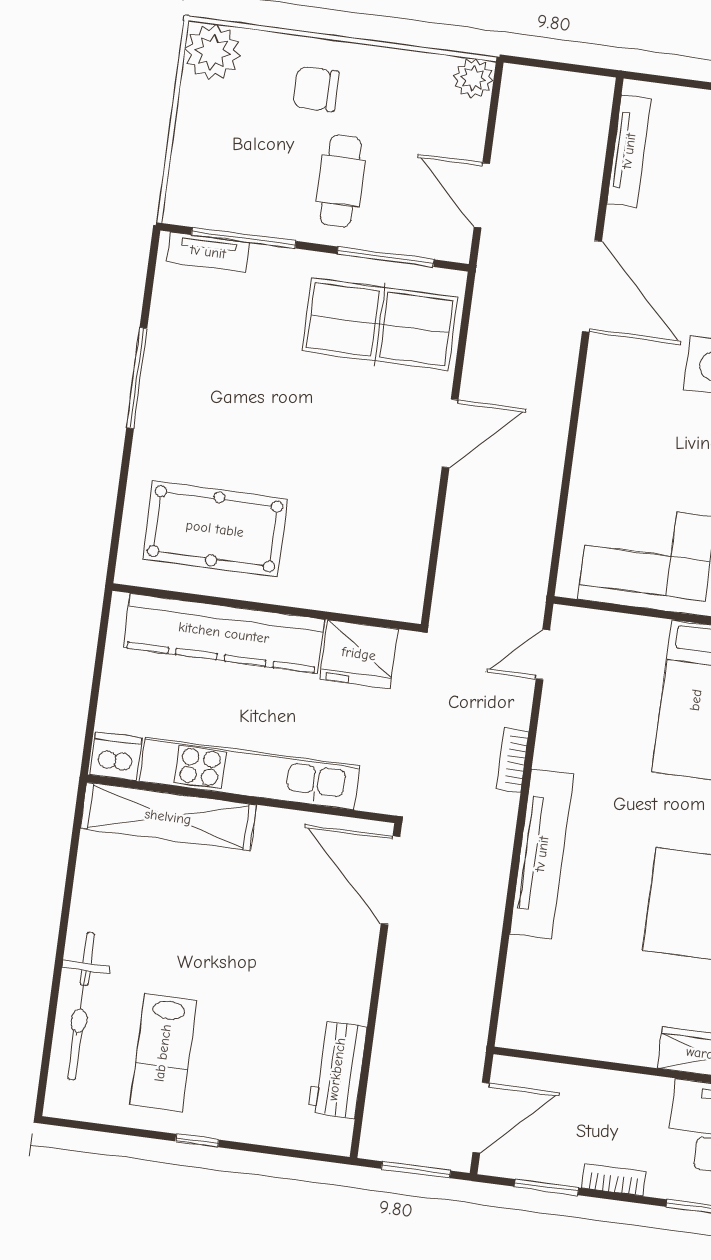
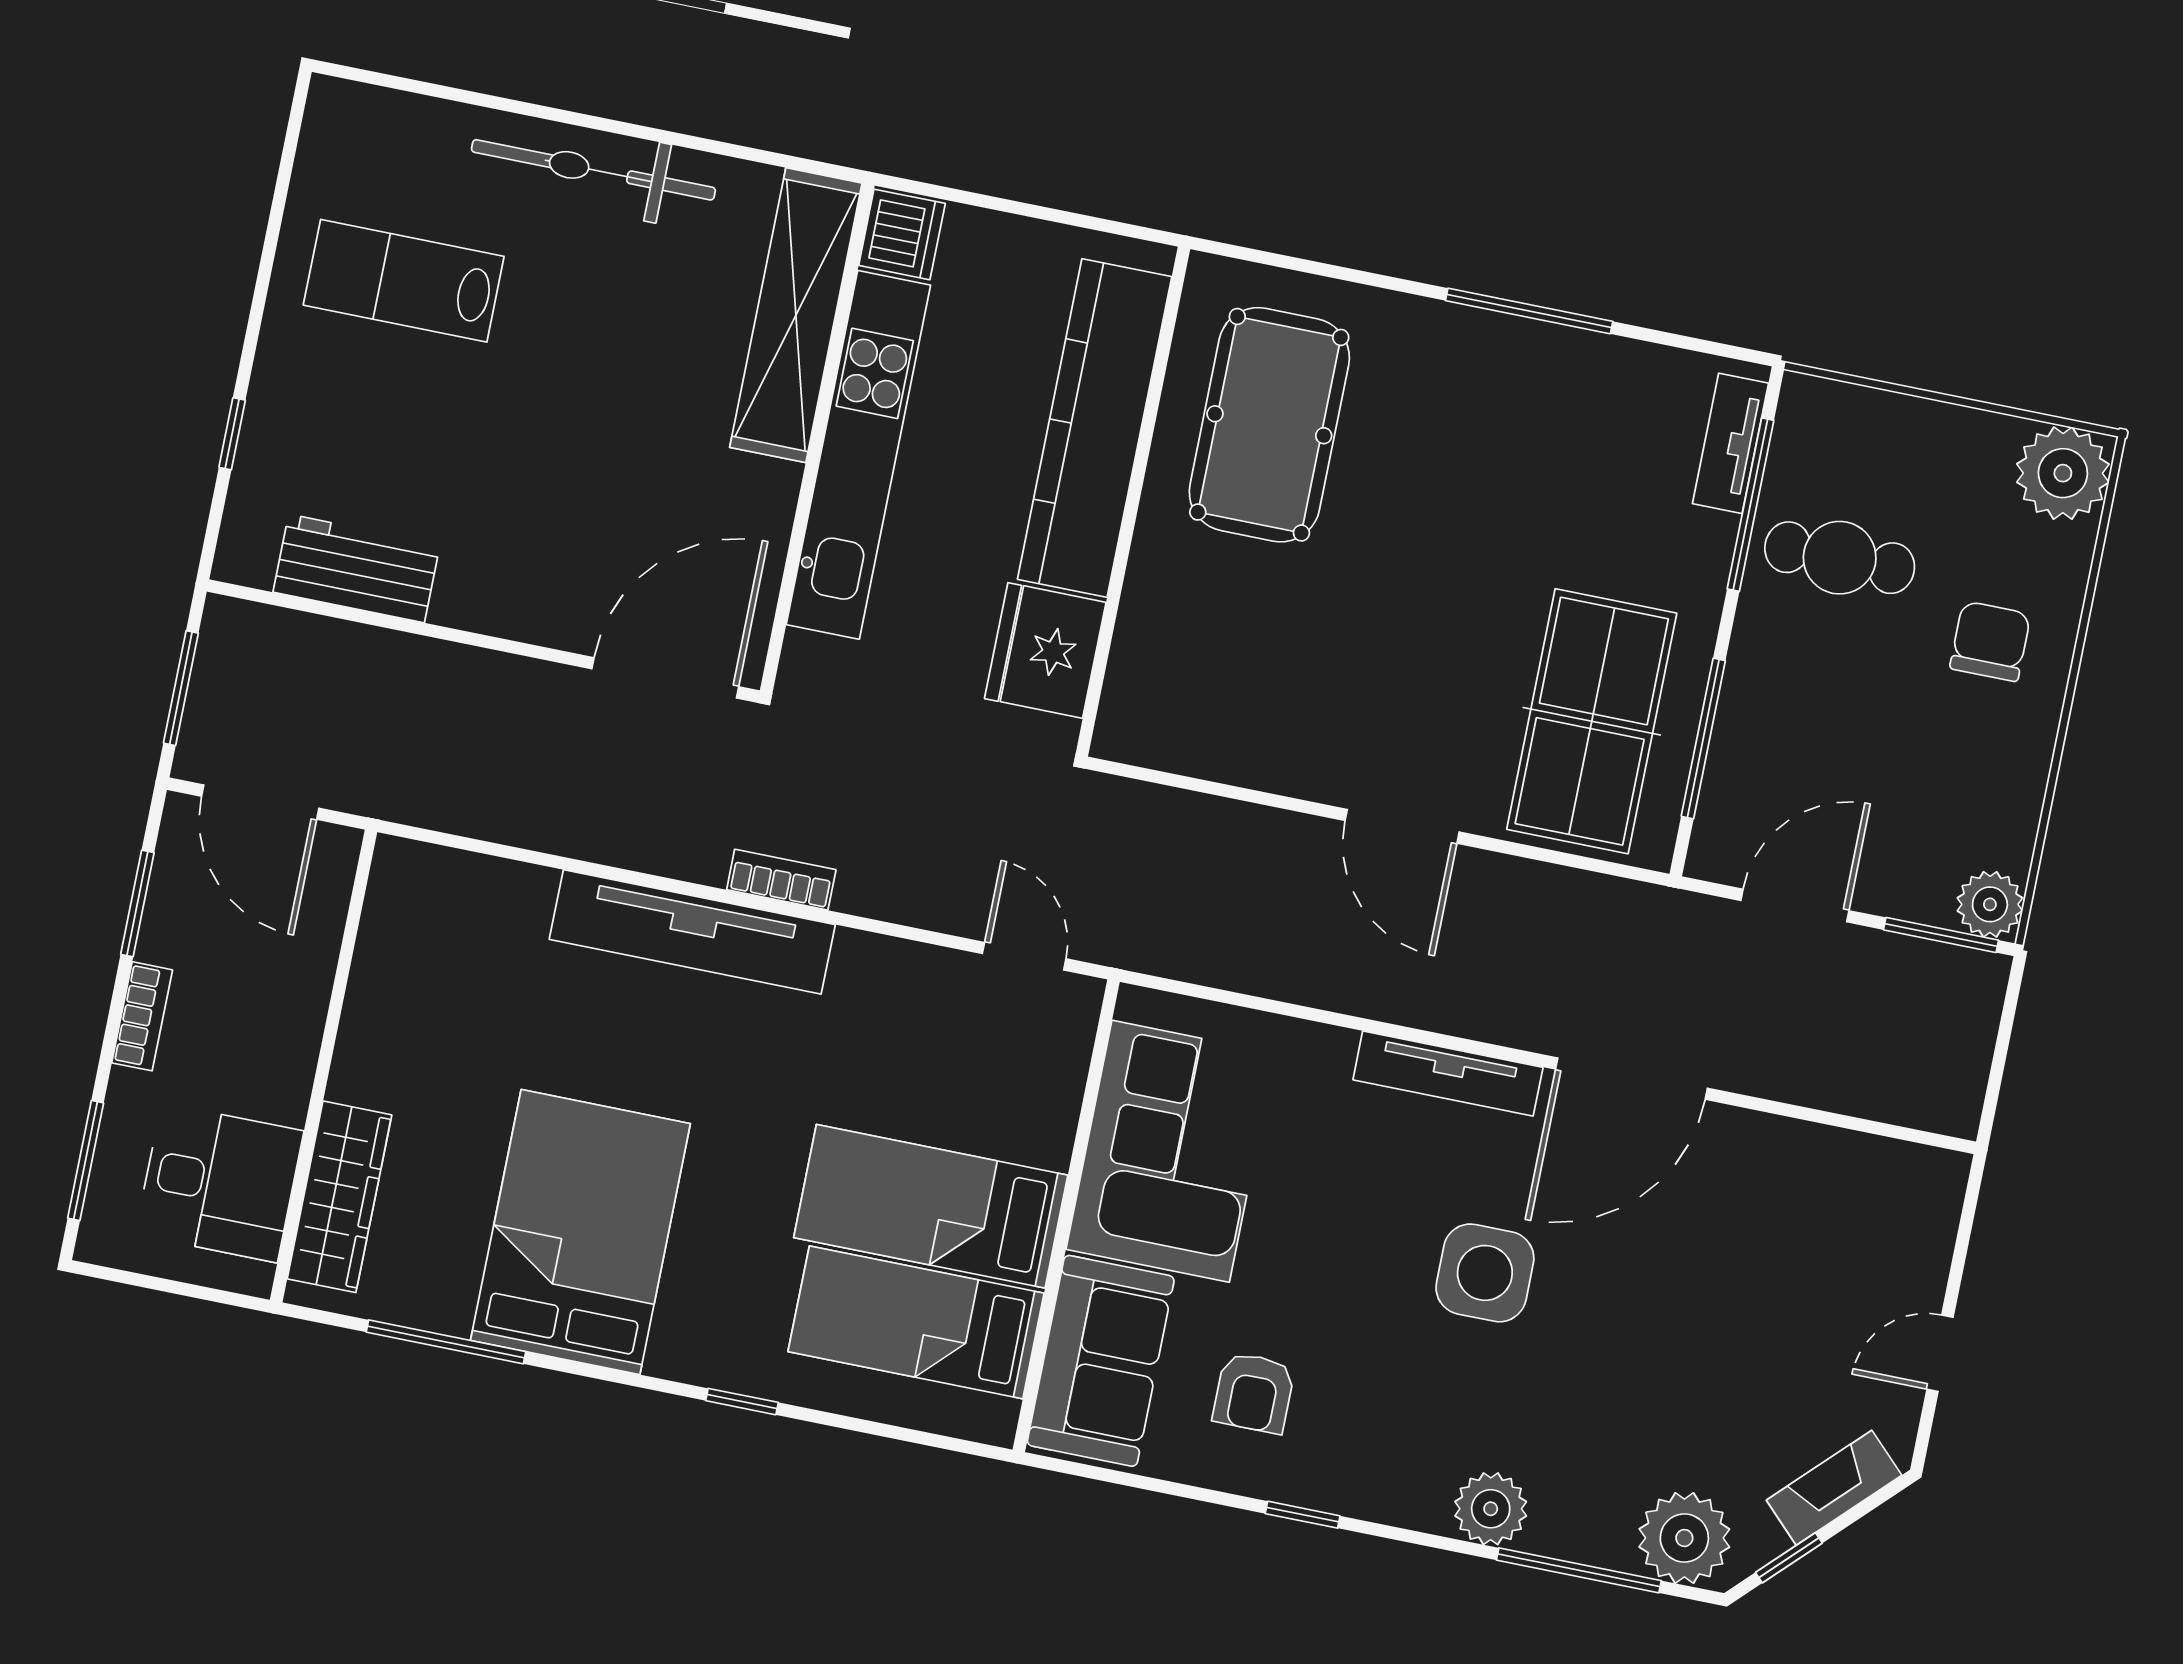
window: (494, 107) -> (1941, 935), added
tv unit: (629, 151) -> (1448, 1074), moved
cafe table: (341, 181) -> (1840, 558), moved
bookcase: (512, 760) -> (781, 880), moved
bicycle: (81, 1006) -> (593, 170), moved
window: (197, 1141) -> (232, 434), moved

